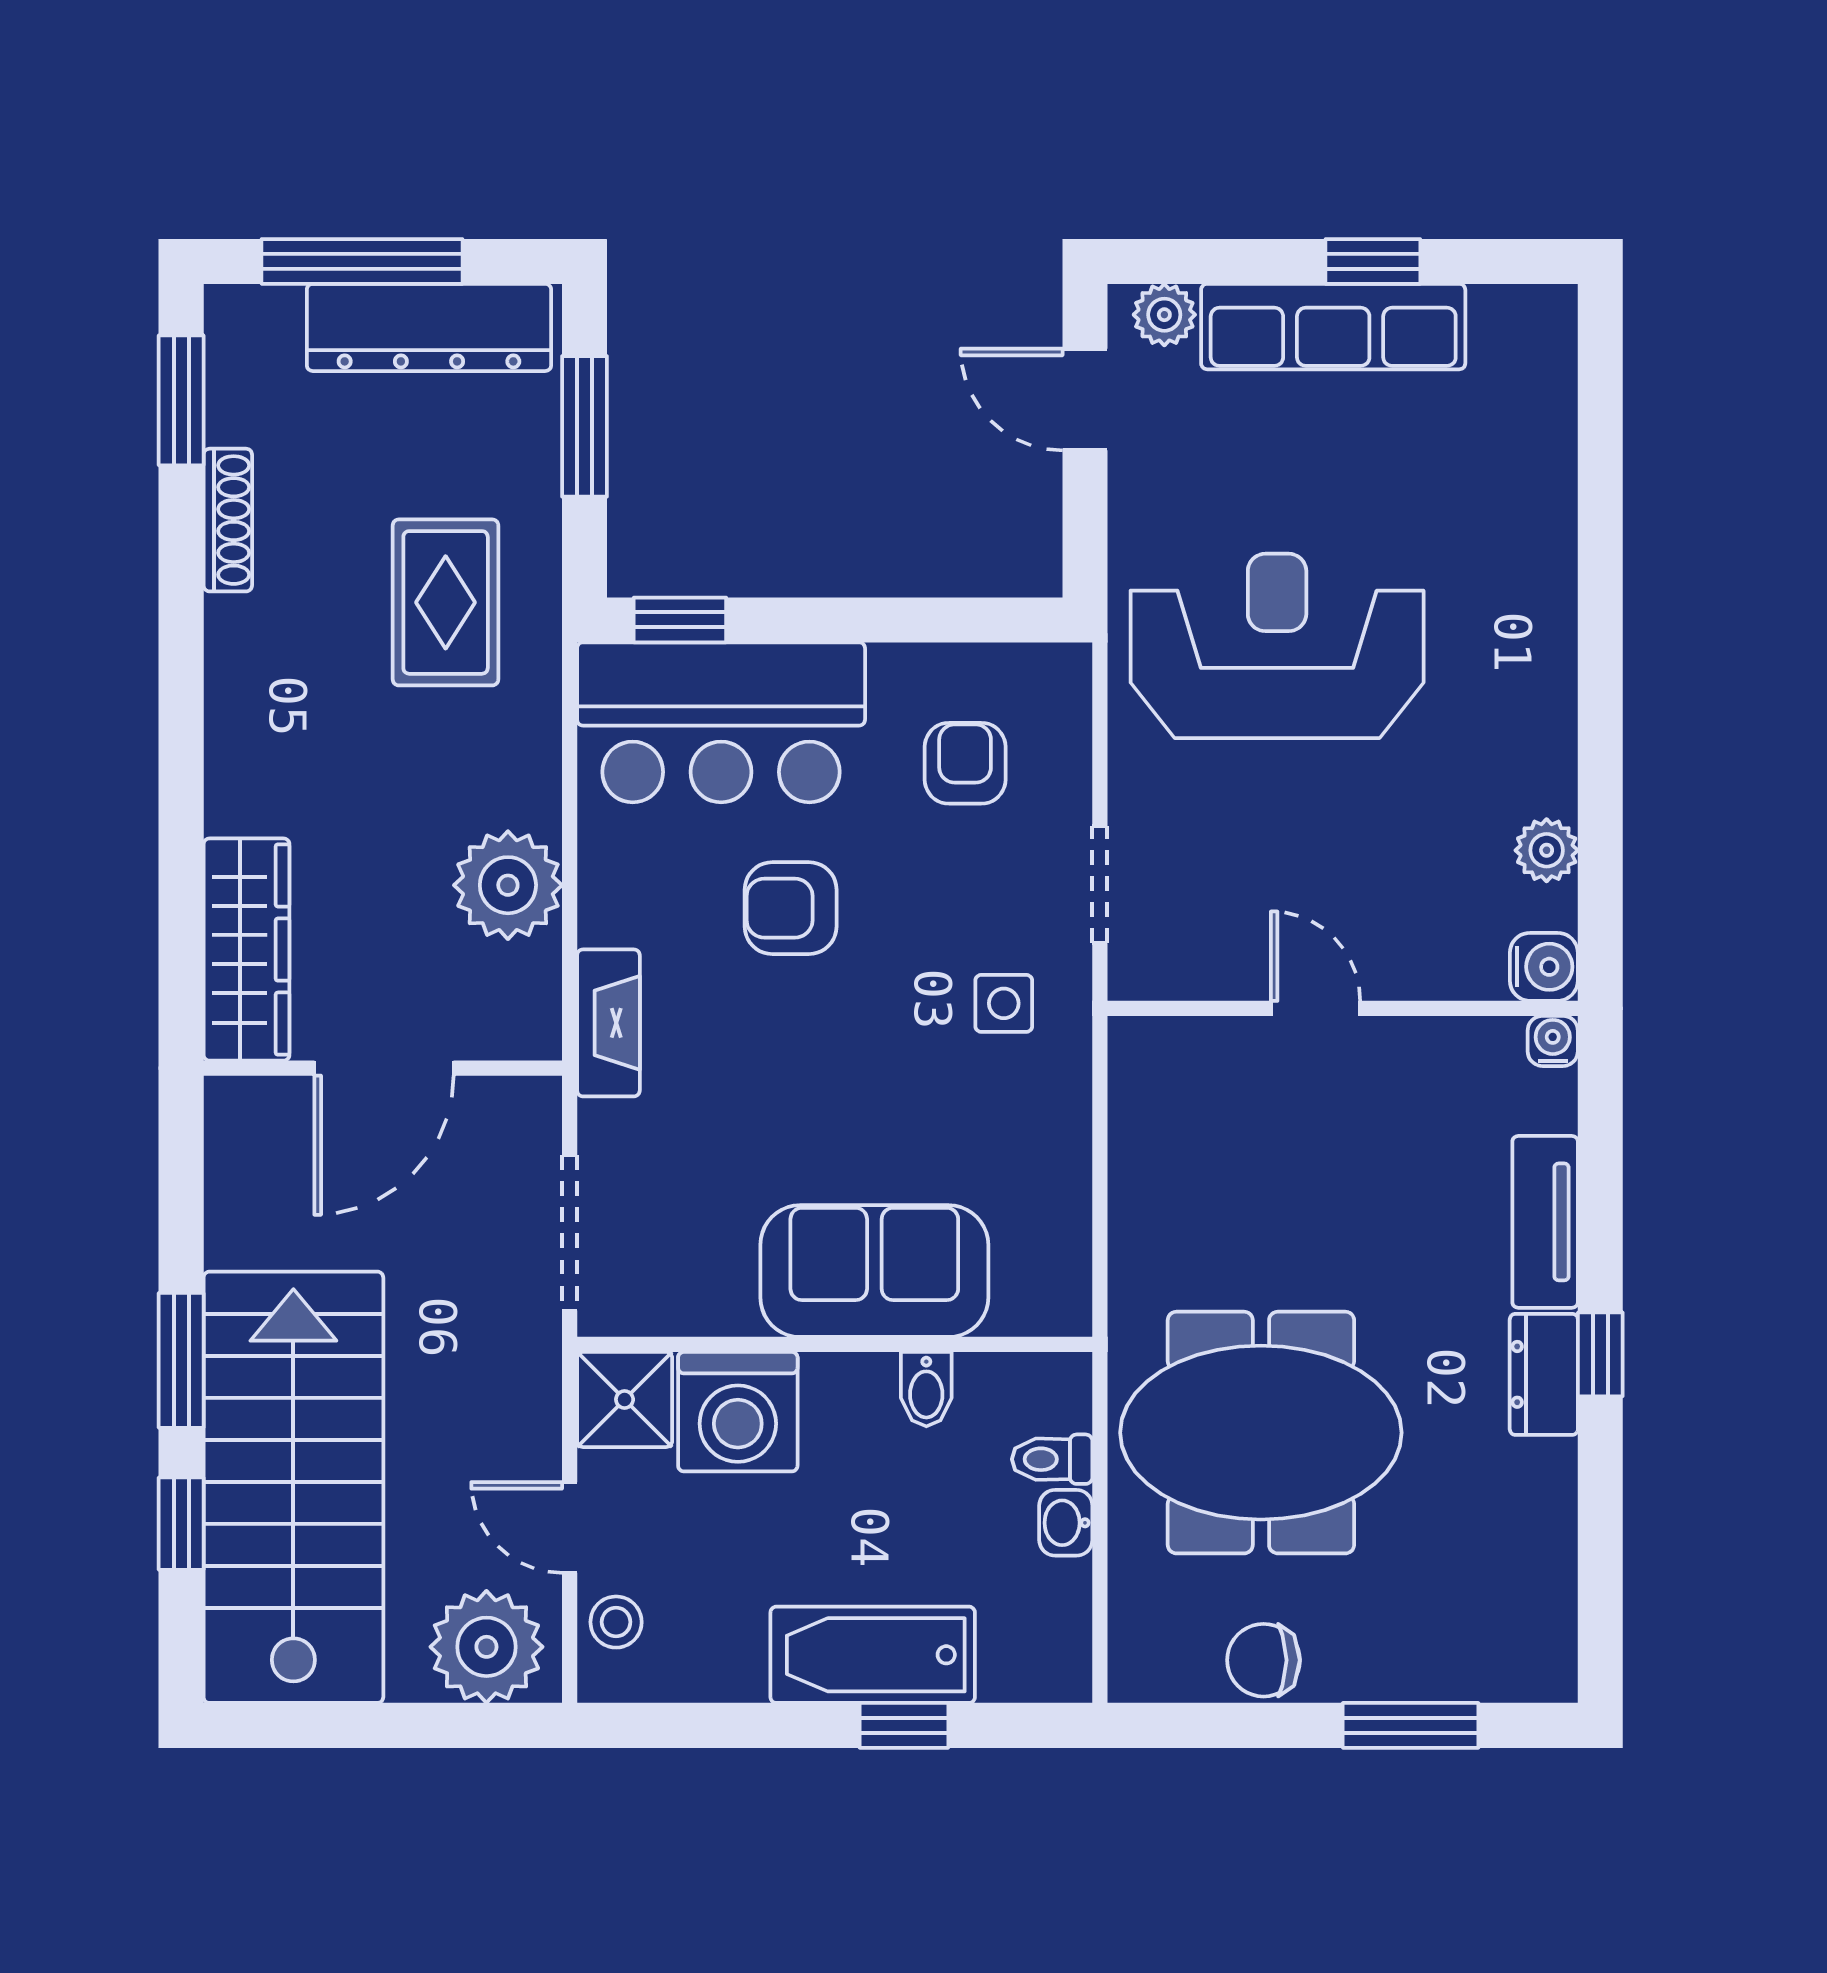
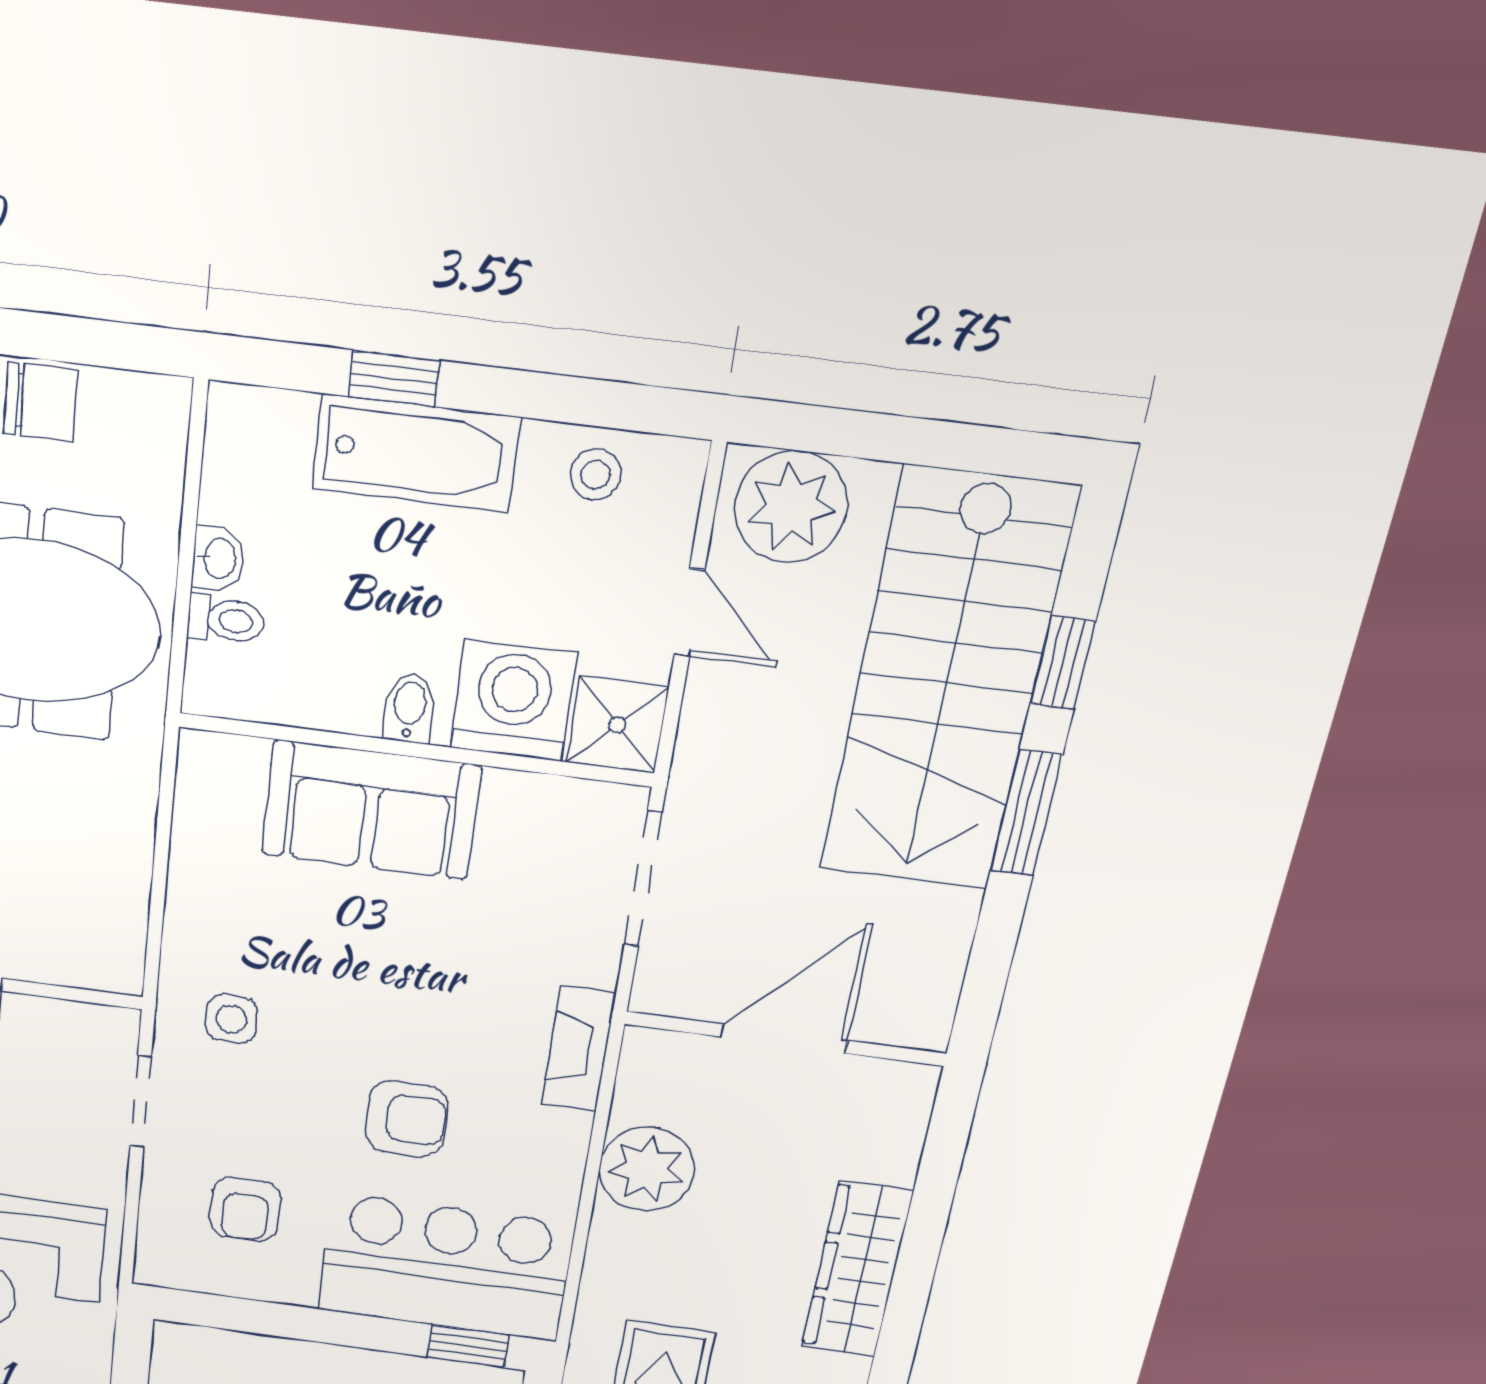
wardrobe: (246, 950) -> (857, 1270), moved
bidet: (926, 1389) -> (409, 708), moved
stool: (616, 1622) -> (595, 475), moved

